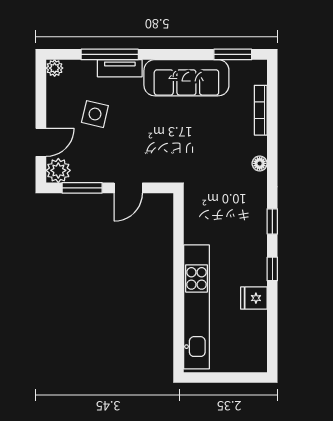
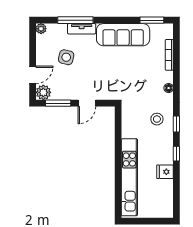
stool: (241, 213) -> (157, 119), added

